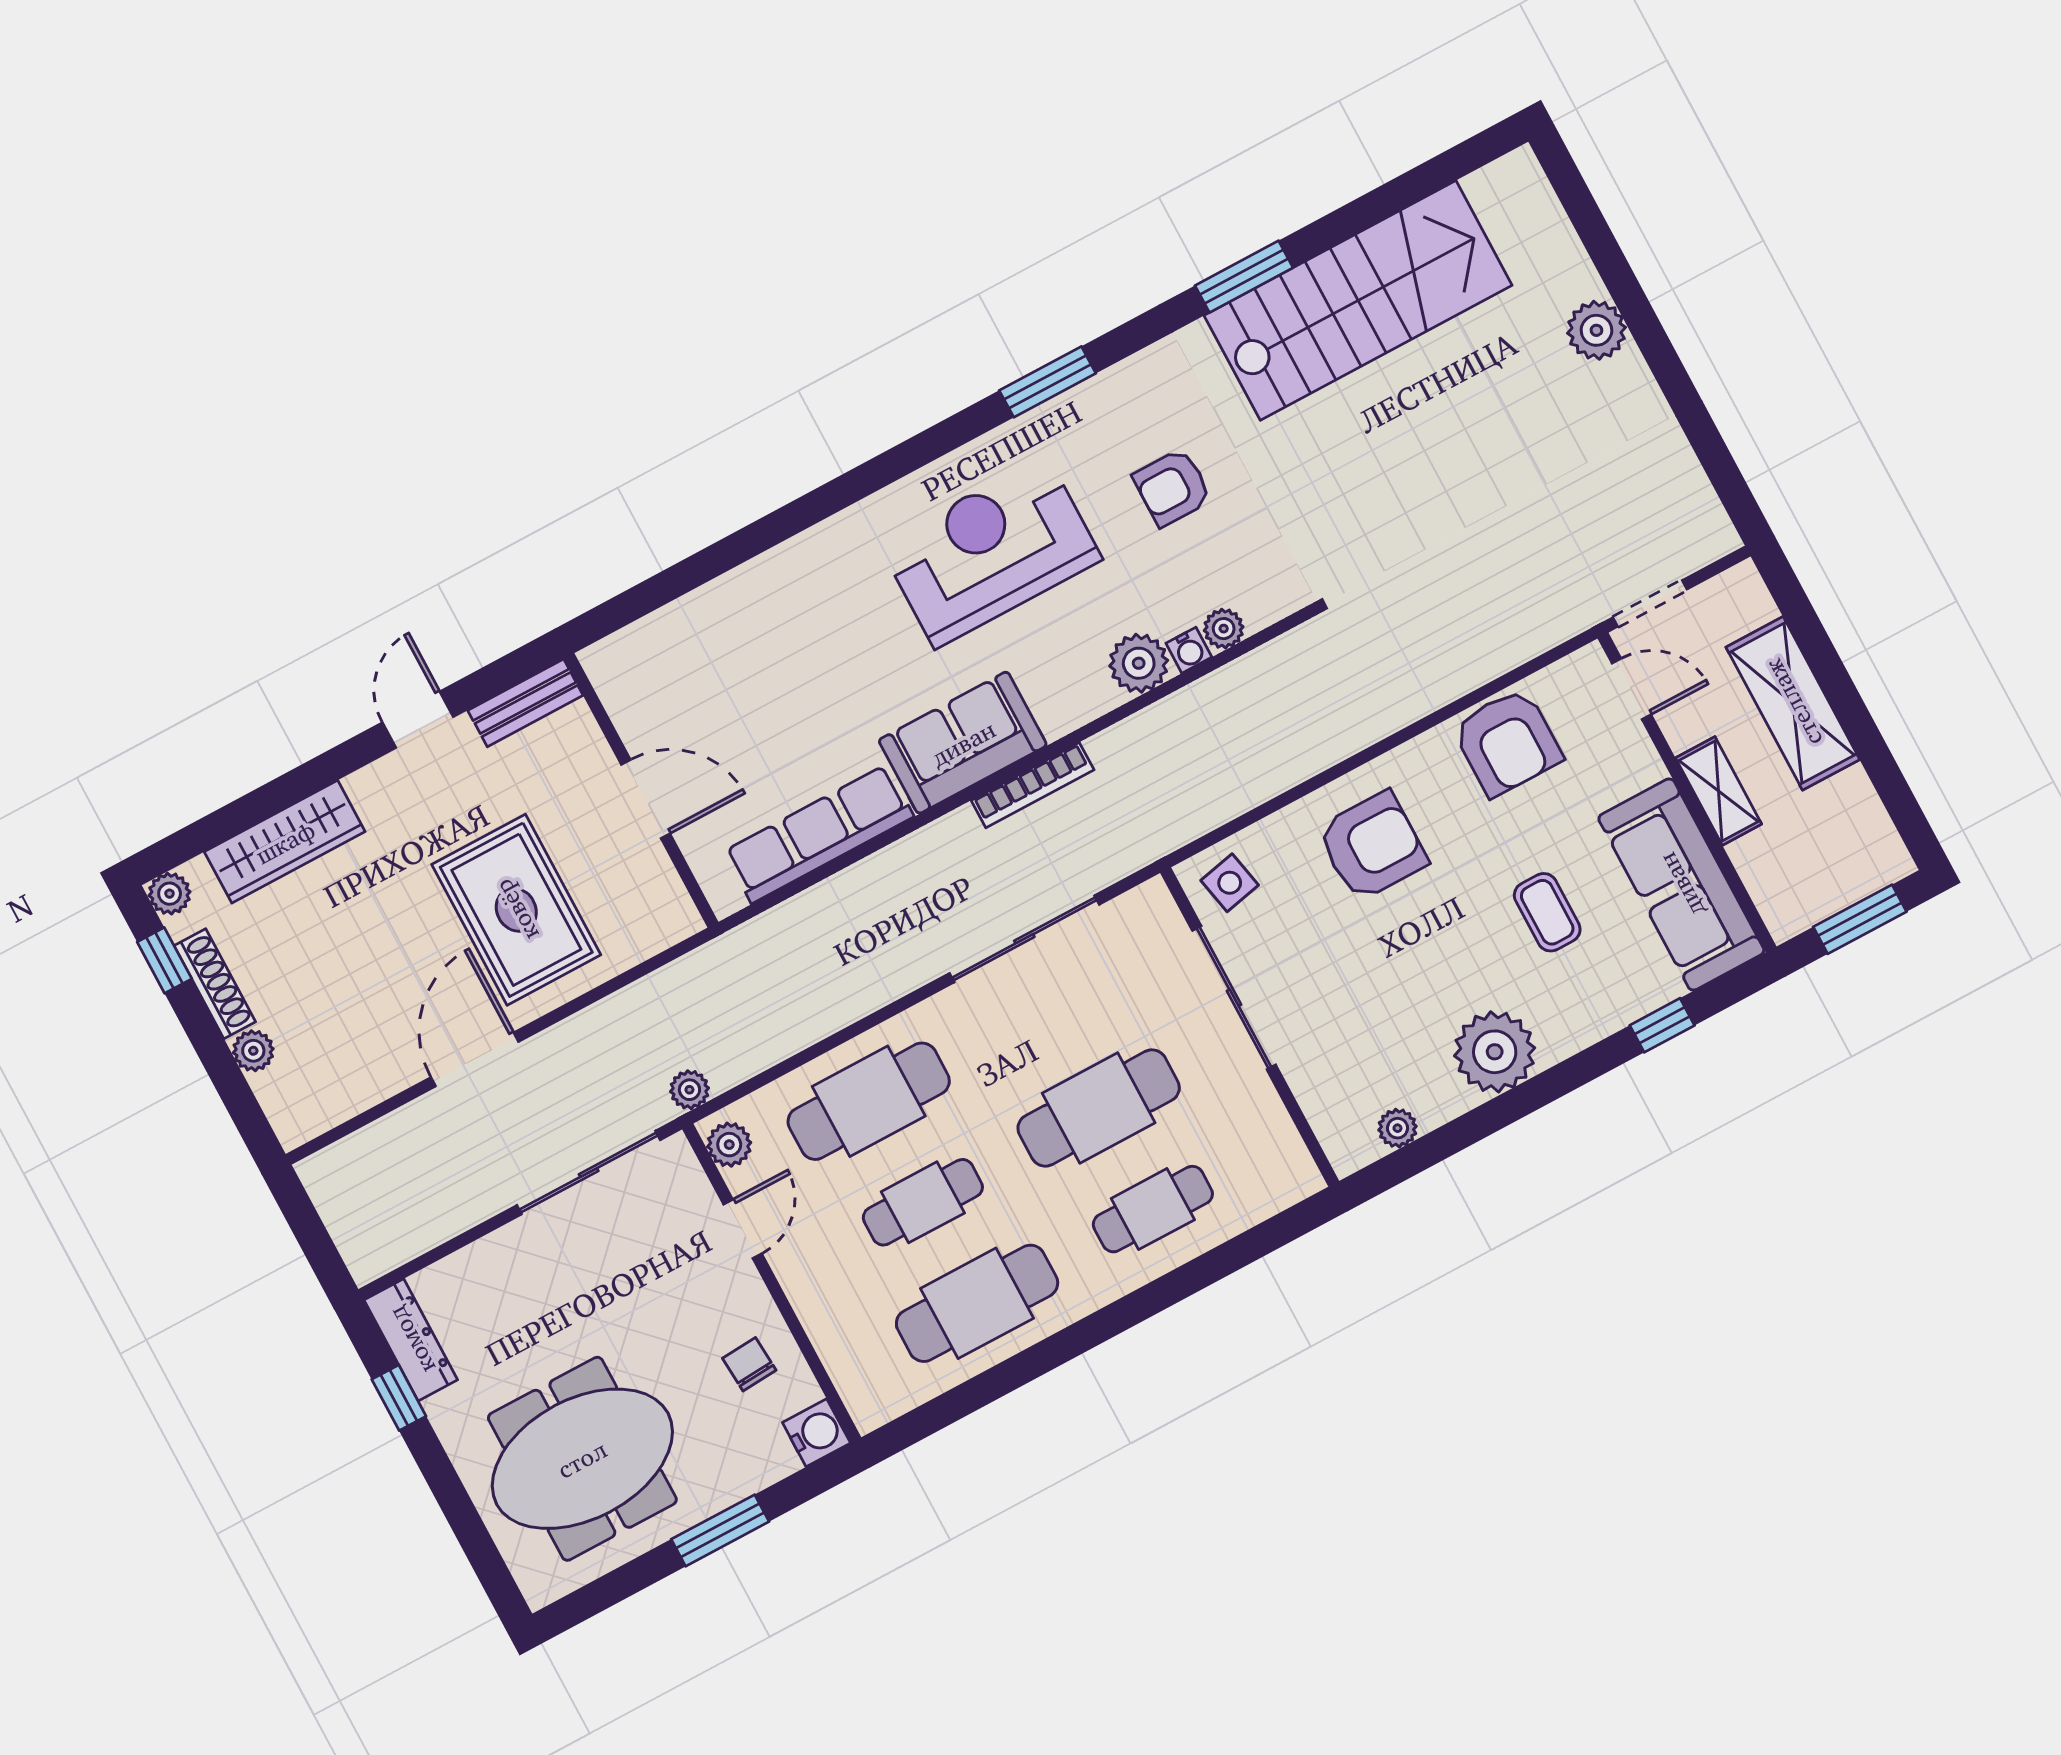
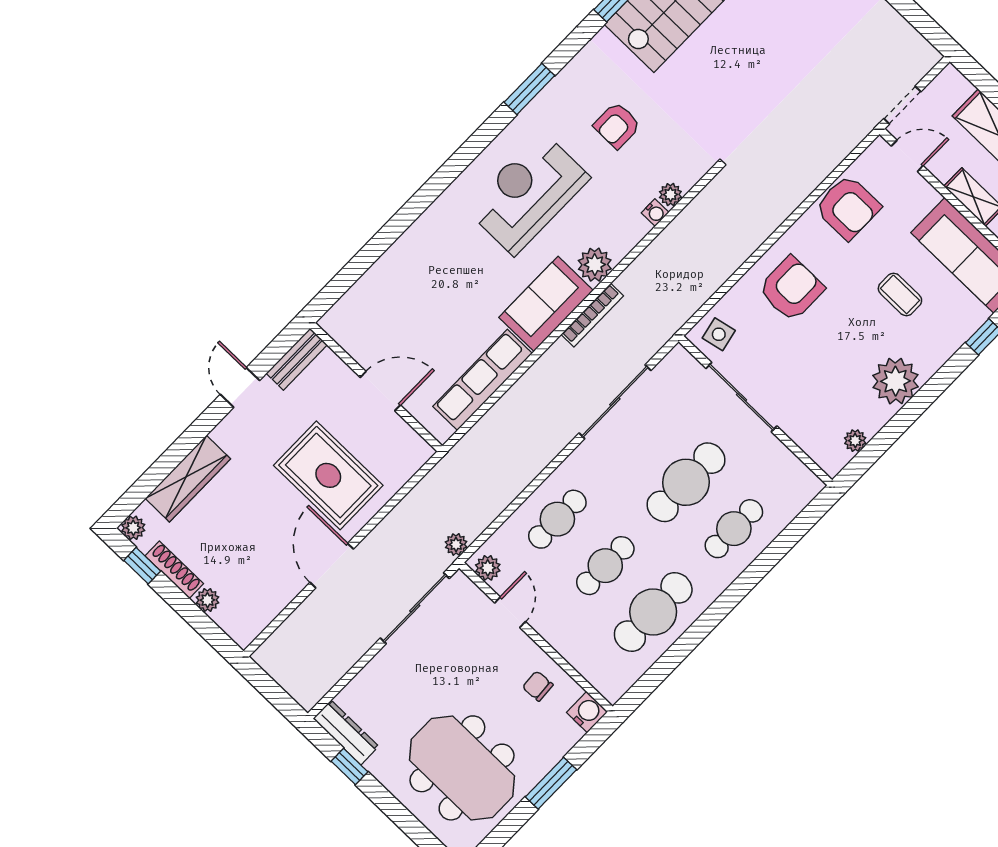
plant: (1139, 663) -> (595, 265), moved
cafe table: (869, 1101) -> (557, 519), width x0.73, depth x0.74
meeting table: (582, 1459) -> (462, 768), turned 90

